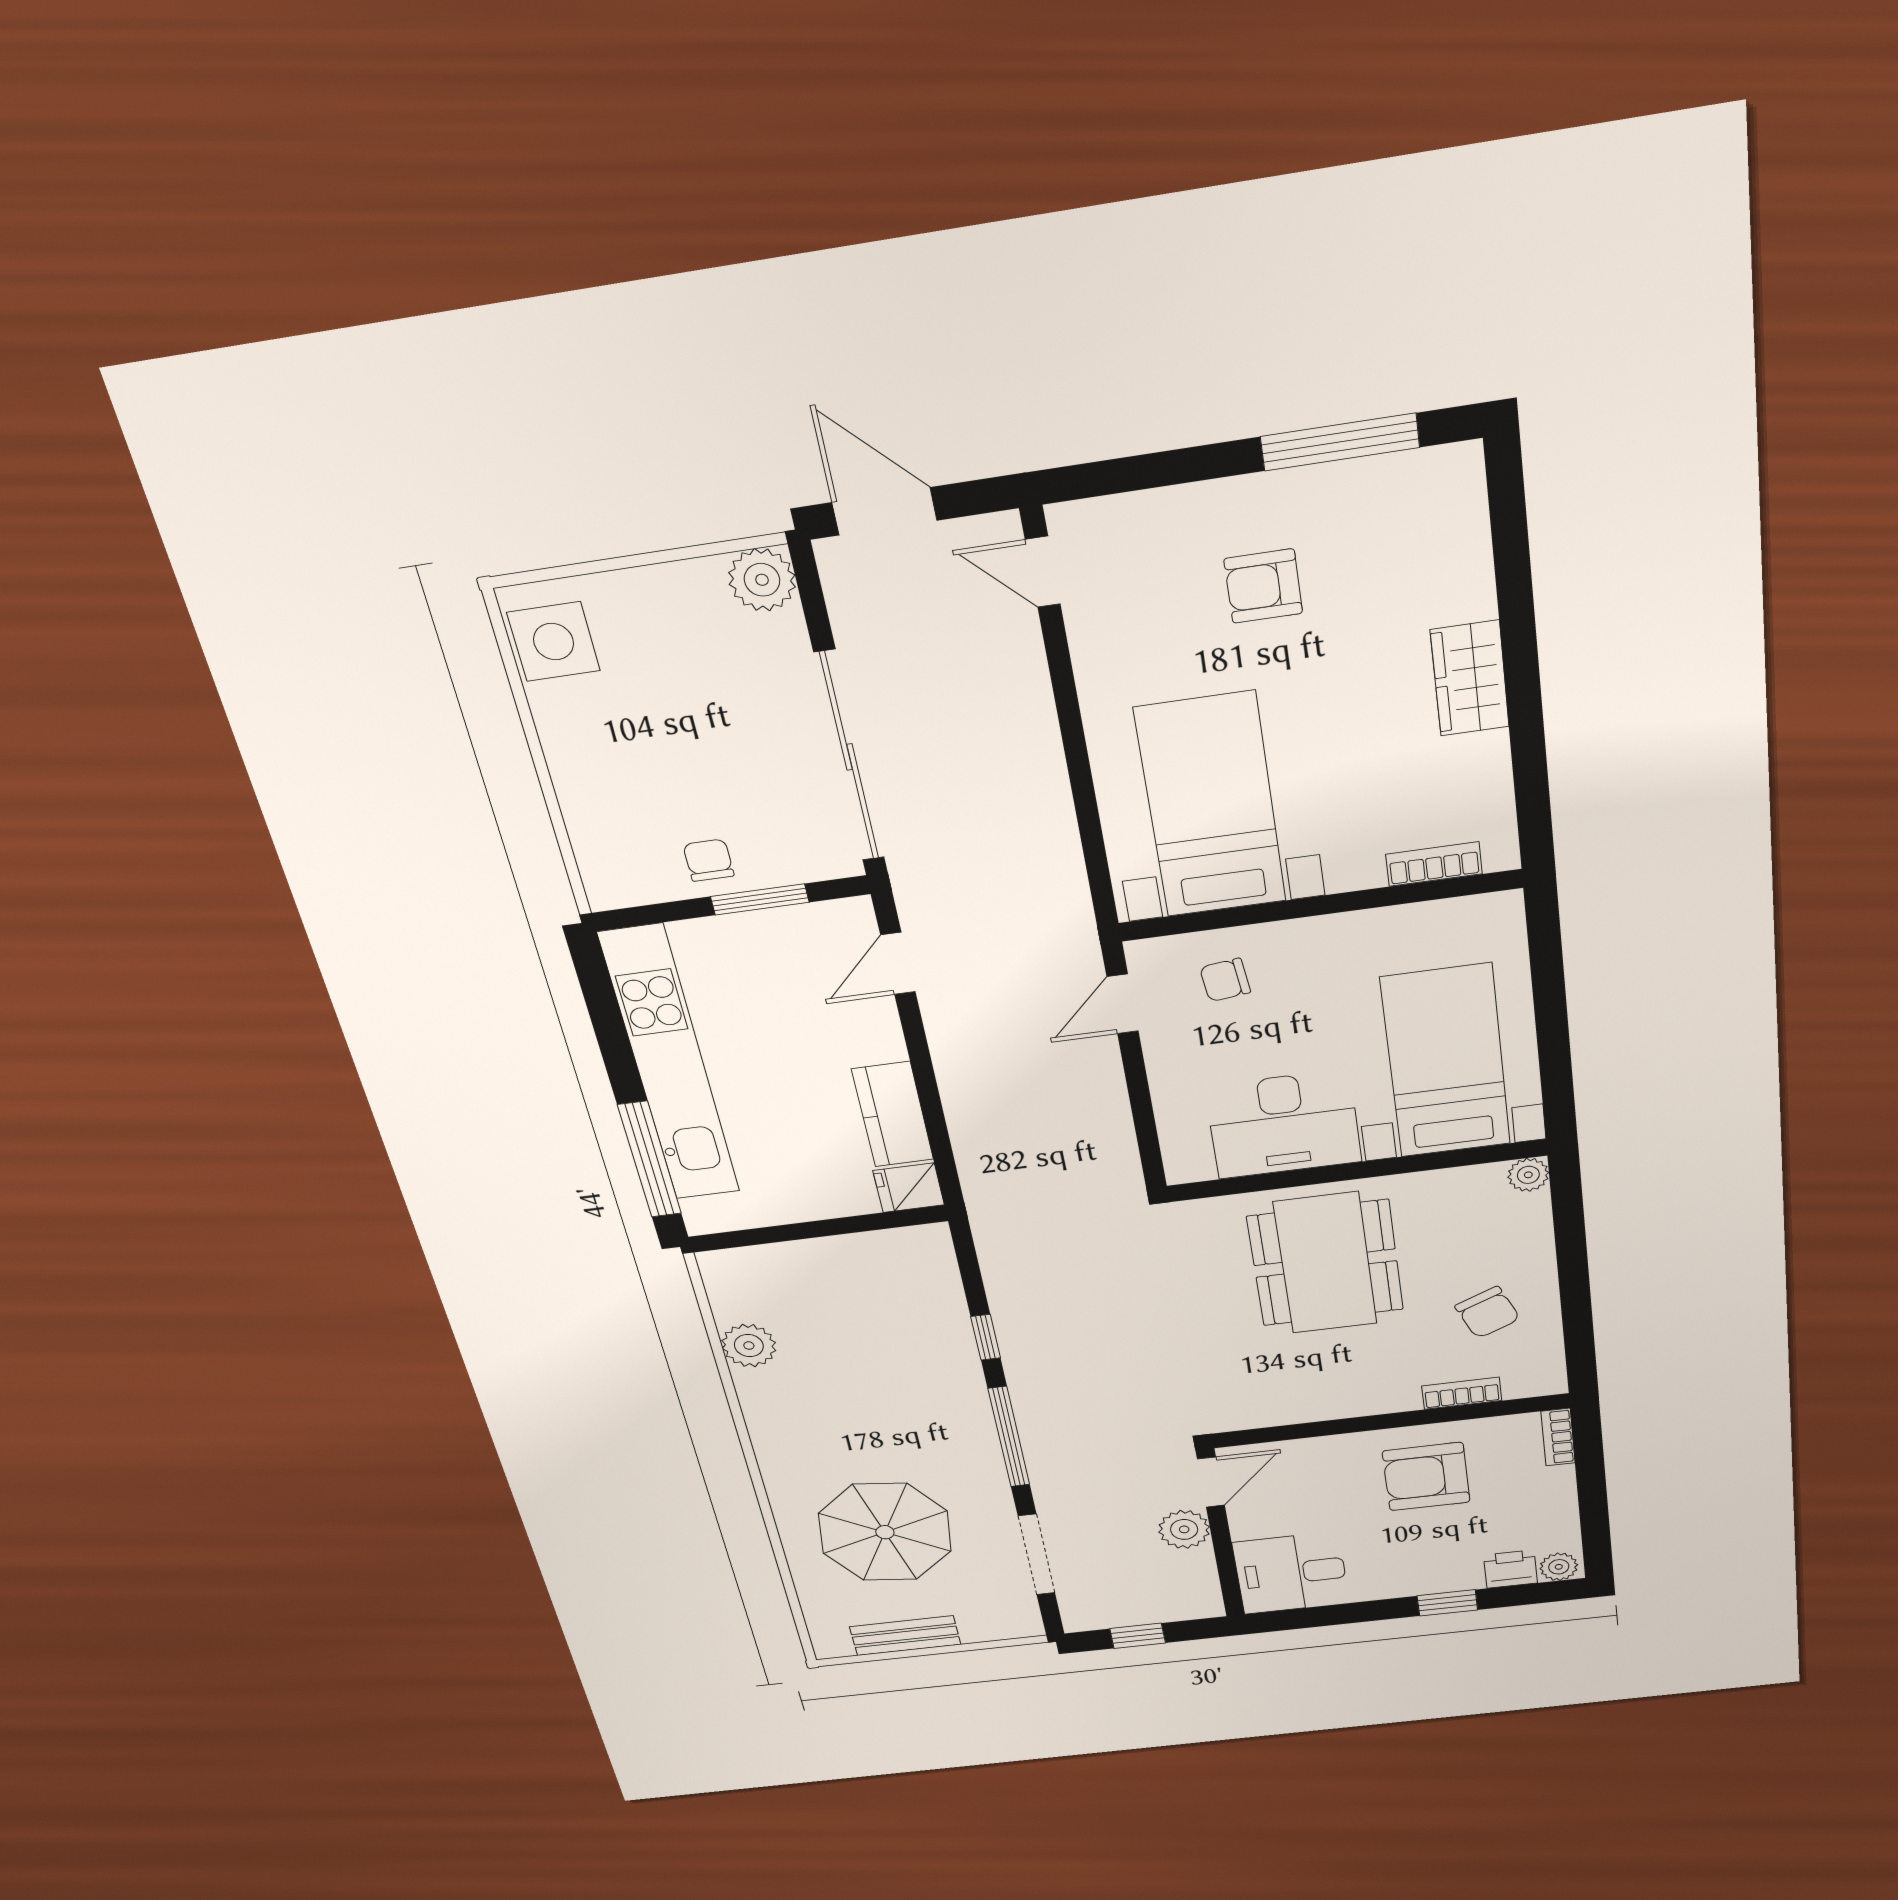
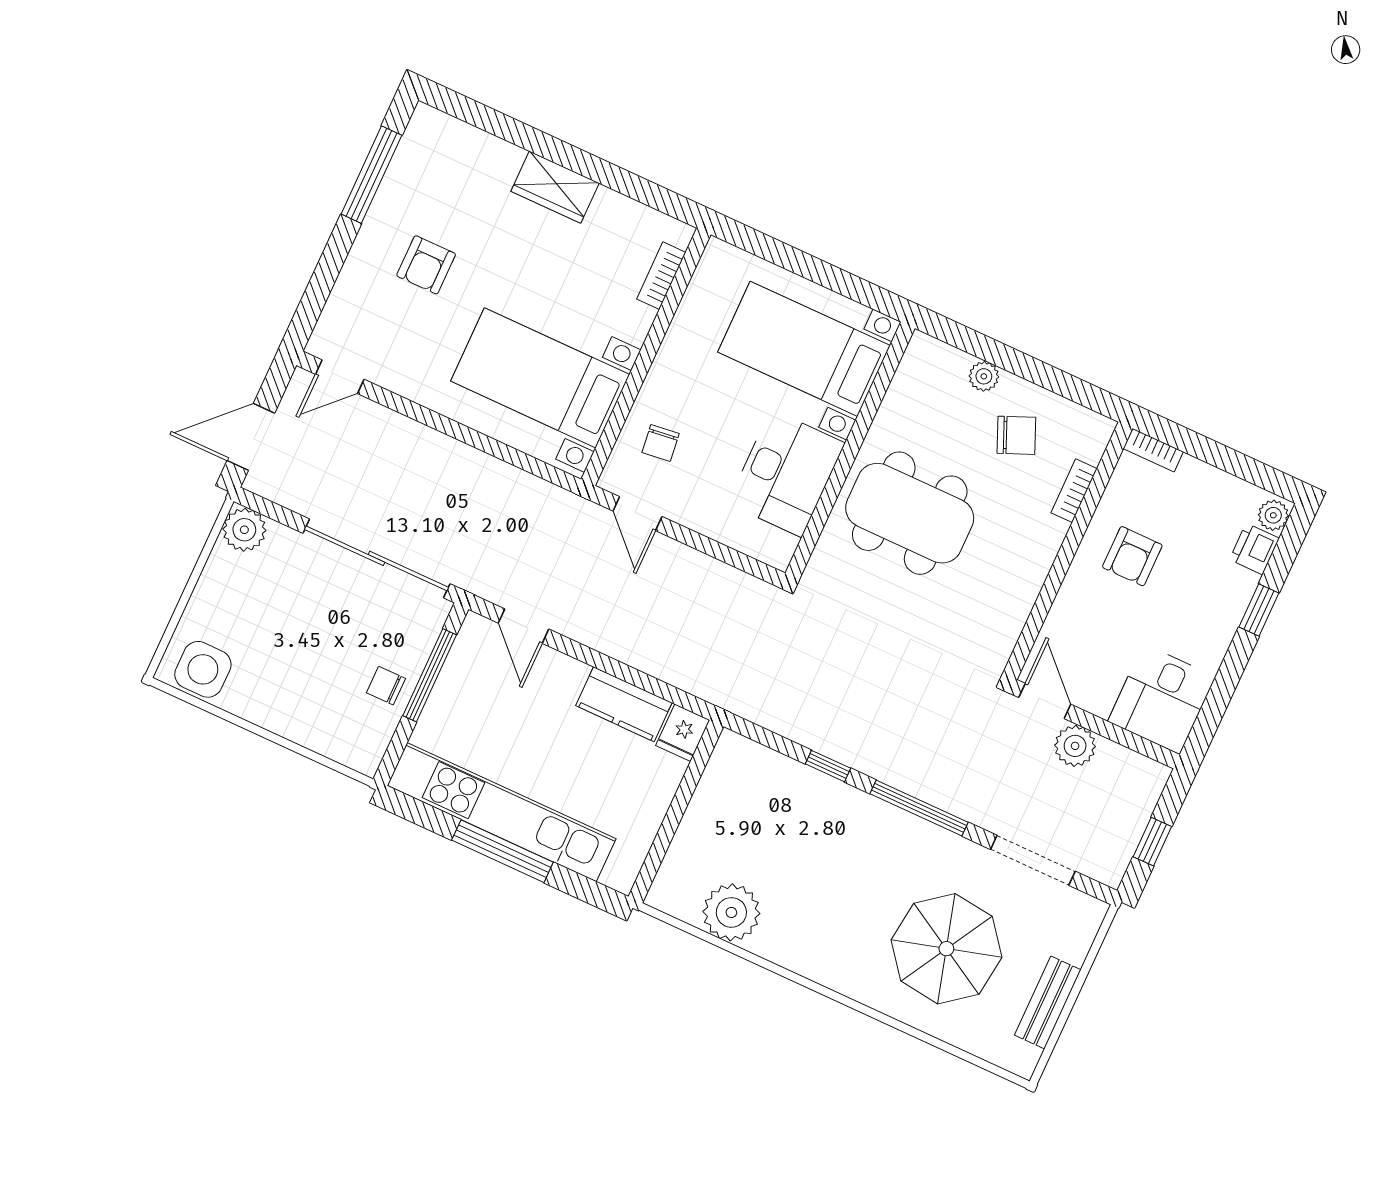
window: (760, 899) -> (430, 675), width x1.44
window: (650, 1160) -> (502, 851), moved
plant: (1528, 1175) -> (984, 376), moved
plant: (749, 1346) -> (731, 912), width x1.36, depth x1.36
armchair: (1426, 1477) -> (1132, 556), width x0.72, depth x0.72

